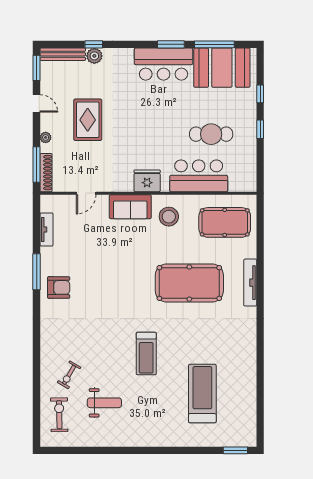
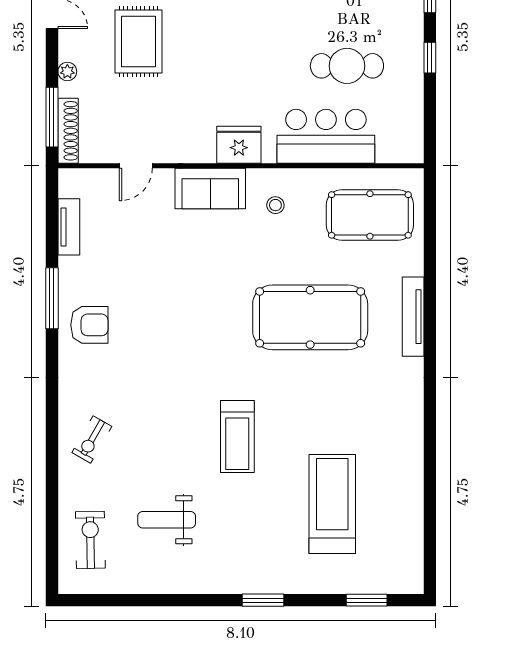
stool: (169, 217) -> (275, 205), width x0.53, depth x0.53
exercise bike: (69, 375) -> (92, 439), moved
weight bench: (104, 403) -> (167, 520), turned 180
window: (161, 450) -> (263, 600), added
window: (235, 450) -> (367, 600), moved

